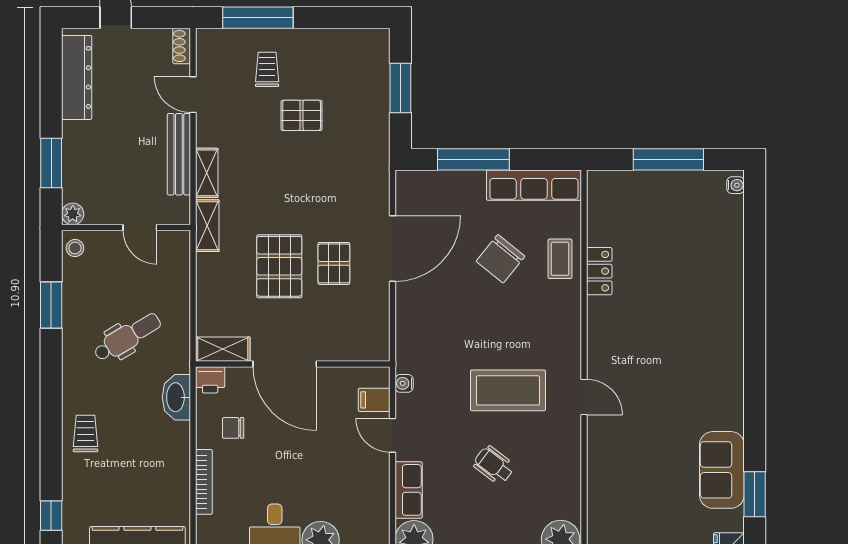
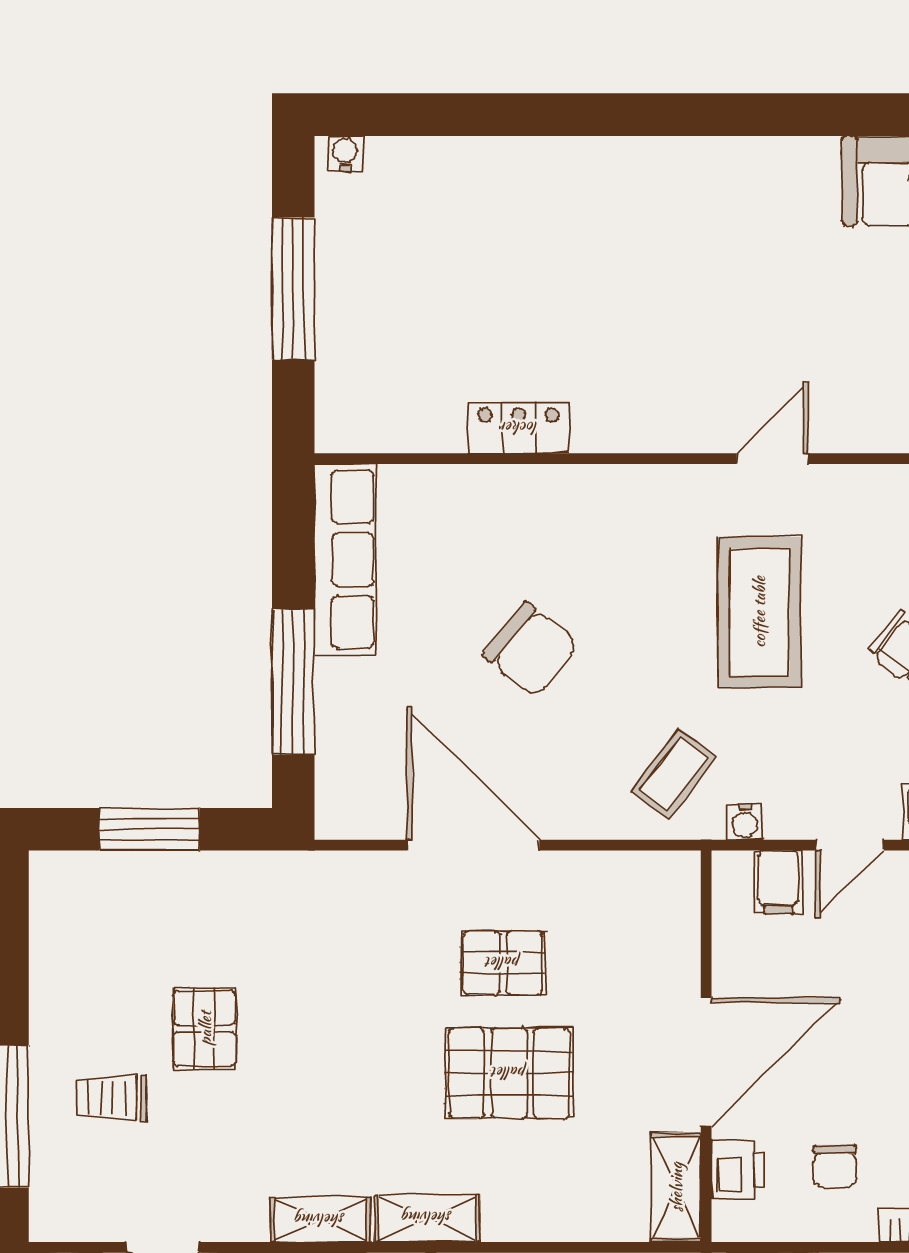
chair: (500, 259) -> (531, 650), moved
coffee table: (560, 259) -> (674, 774), moved, turned -53
printer: (210, 380) -> (738, 1170), moved

